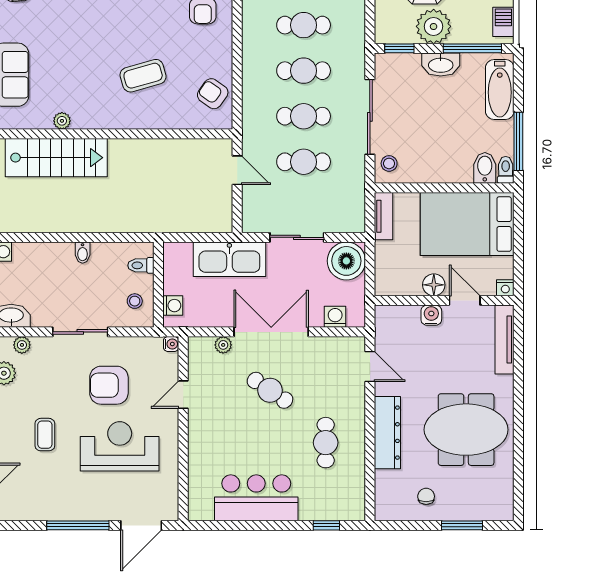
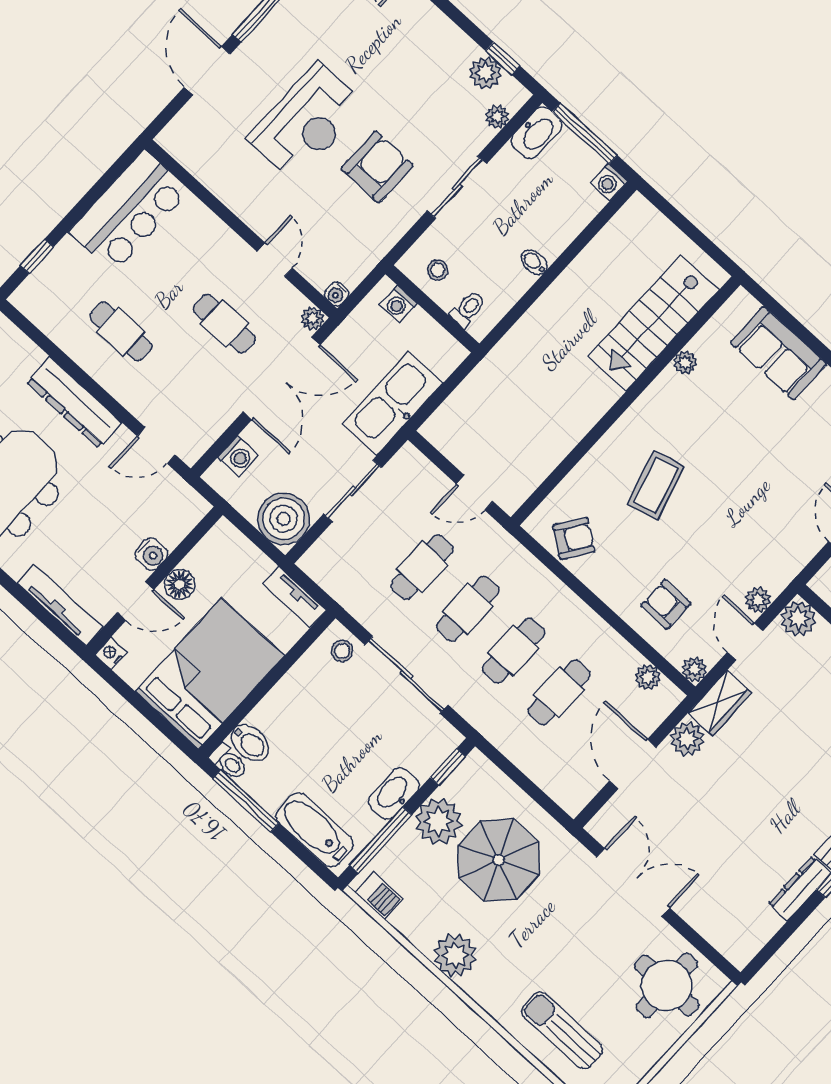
water cooler: (171, 344) -> (337, 294), moved
cafe table: (270, 390) -> (224, 324), turned 56
door: (183, 395) -> (275, 260), moved
wall: (183, 429) -> (241, 229), moved
coffee table: (45, 435) -> (386, 58), removed

